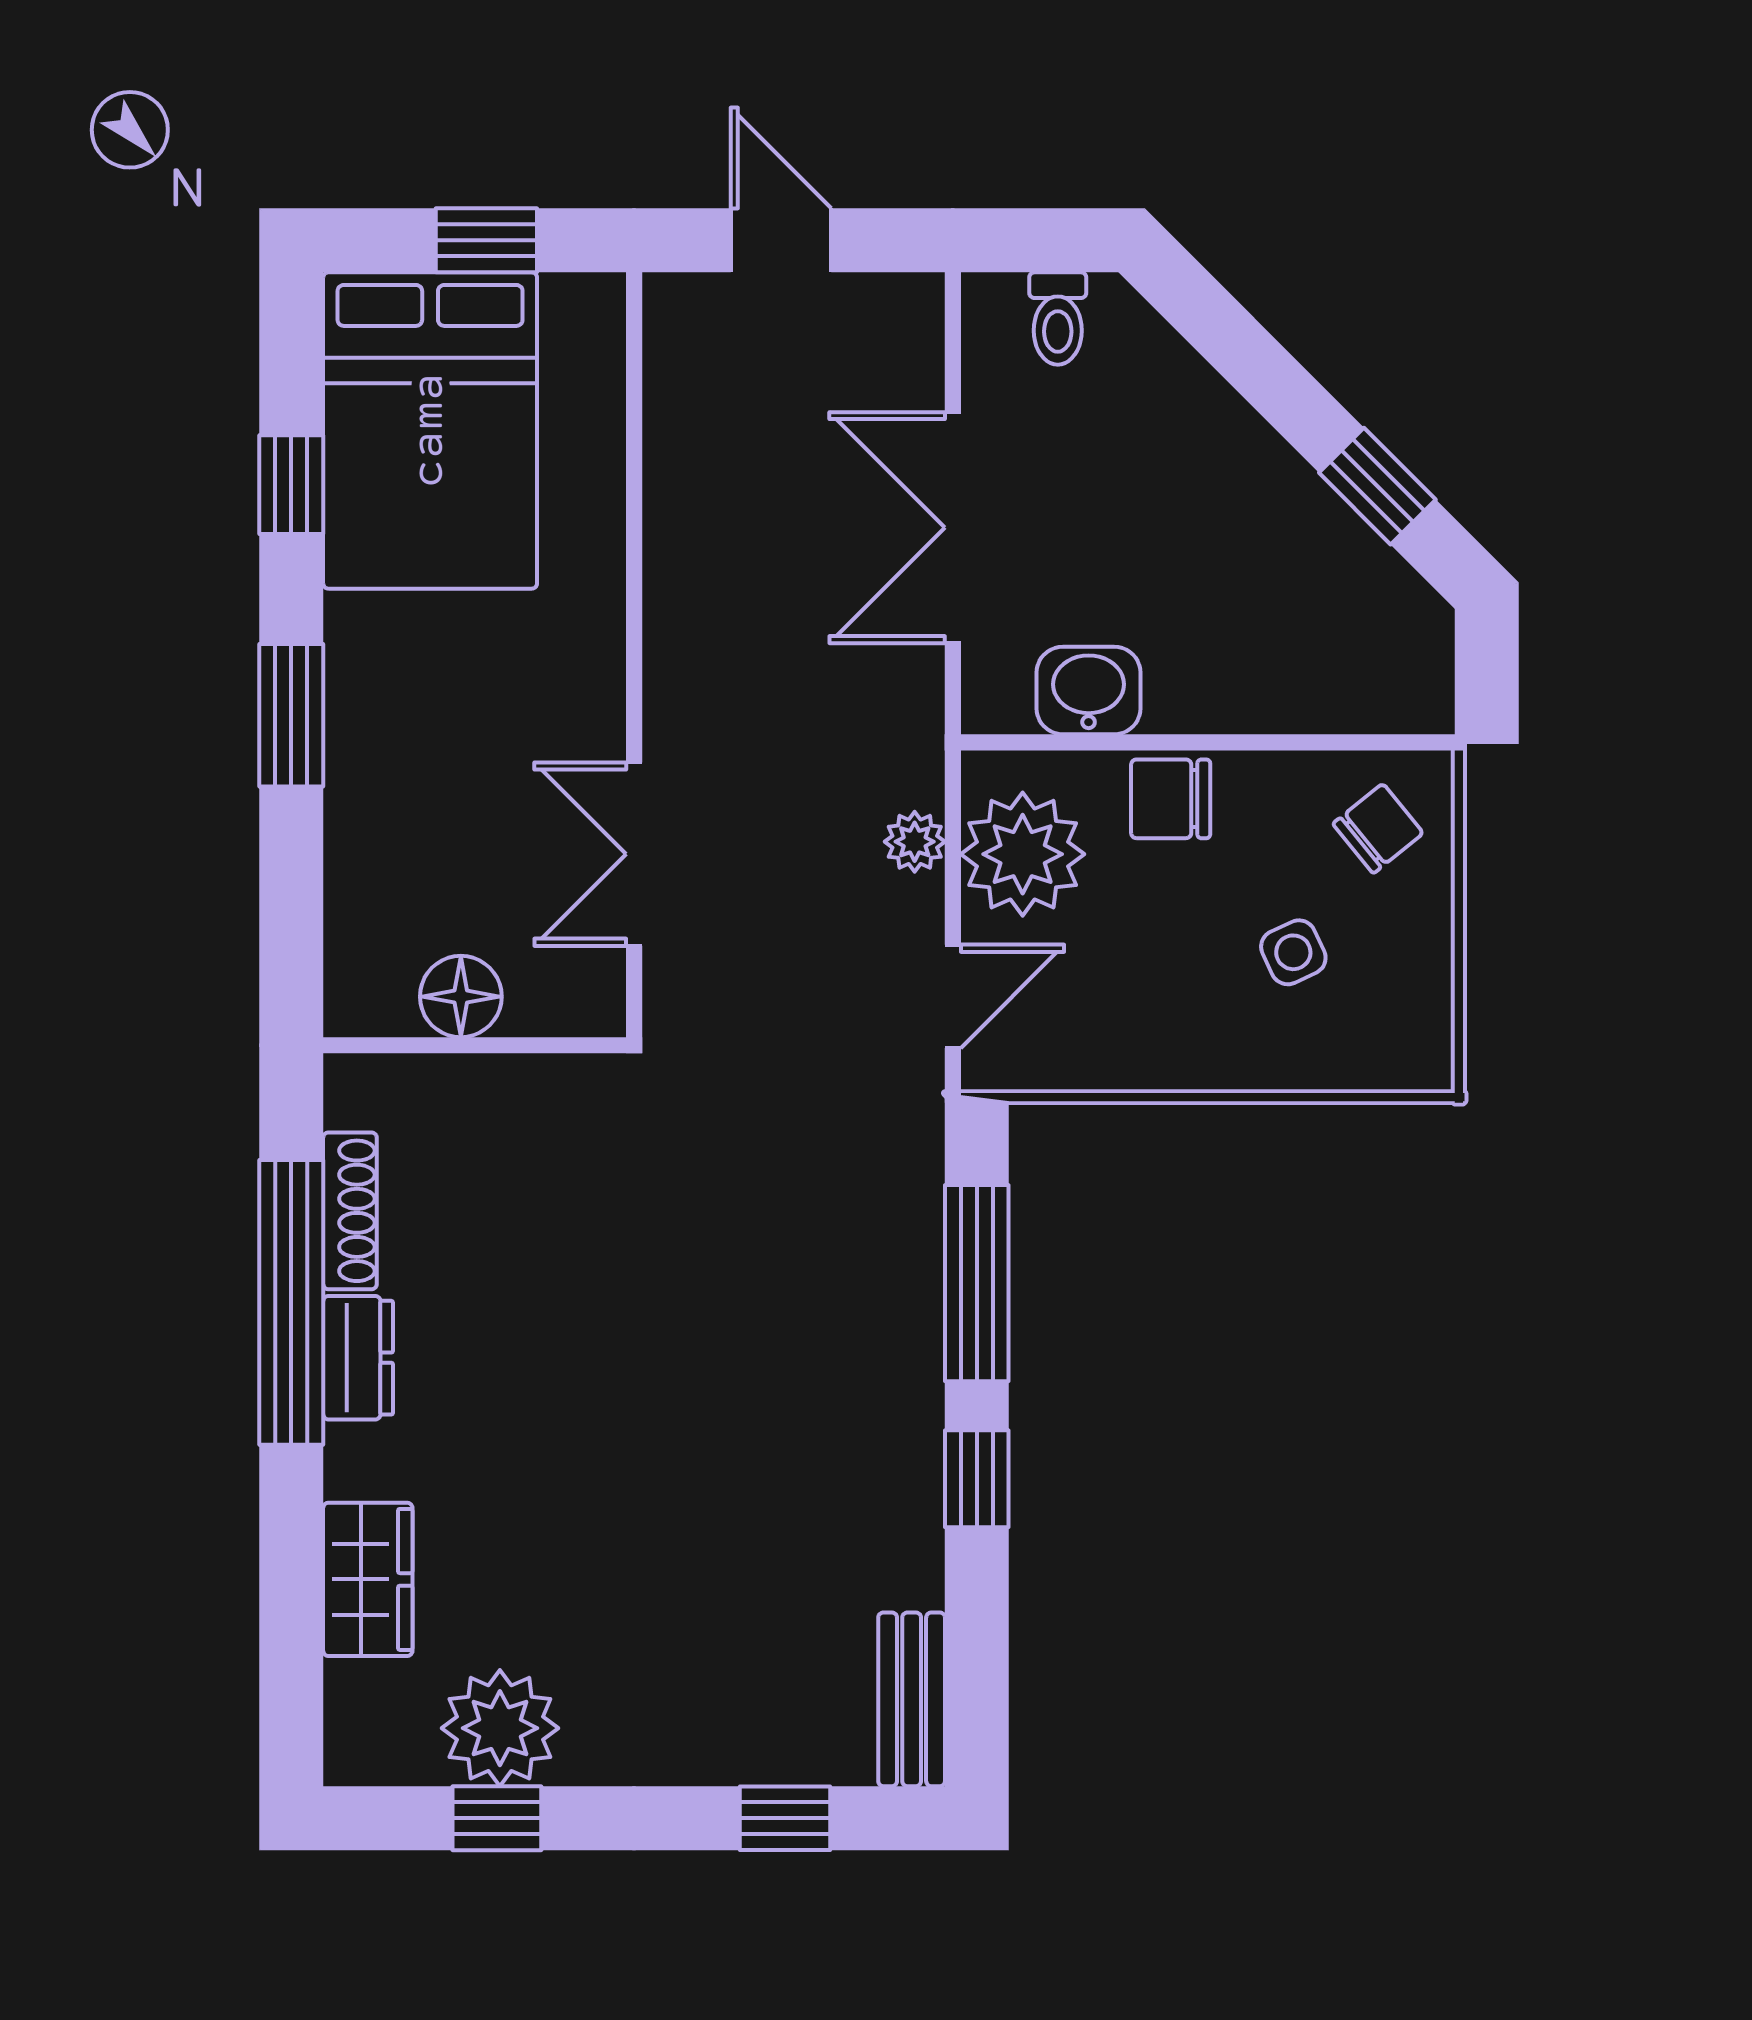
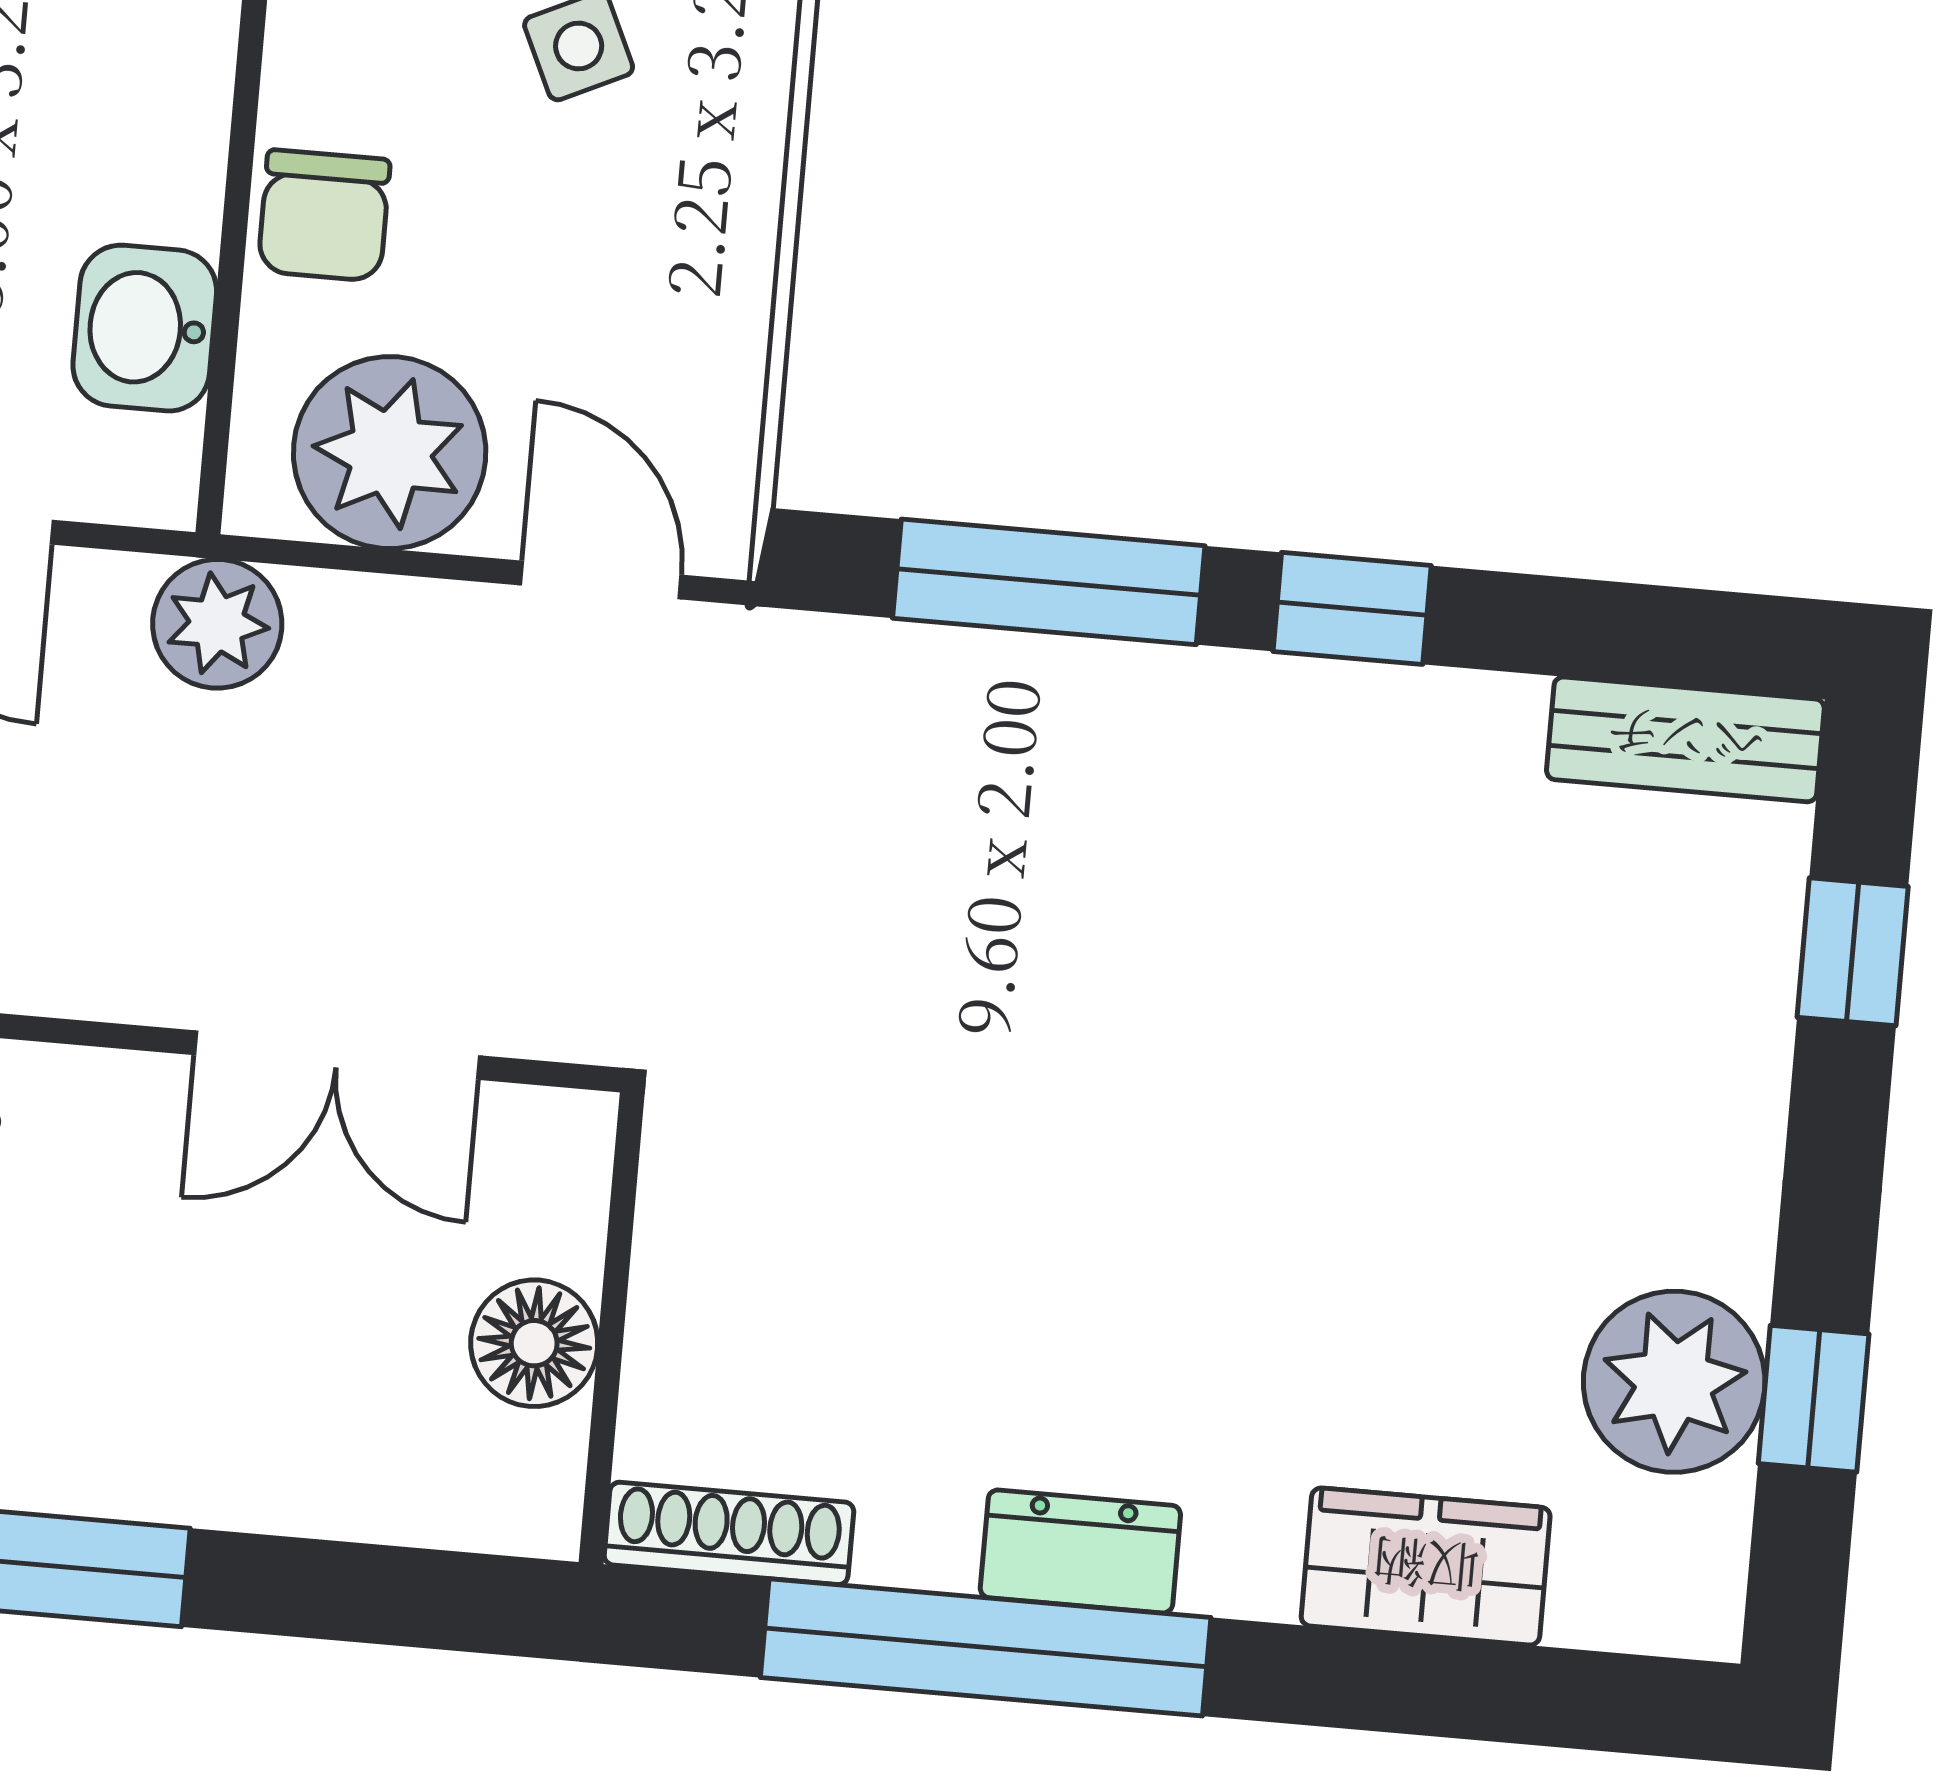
plant: (915, 842) -> (217, 624), moved, width x1.38, depth x1.38
shoe rack: (350, 1211) -> (729, 1533), moved

